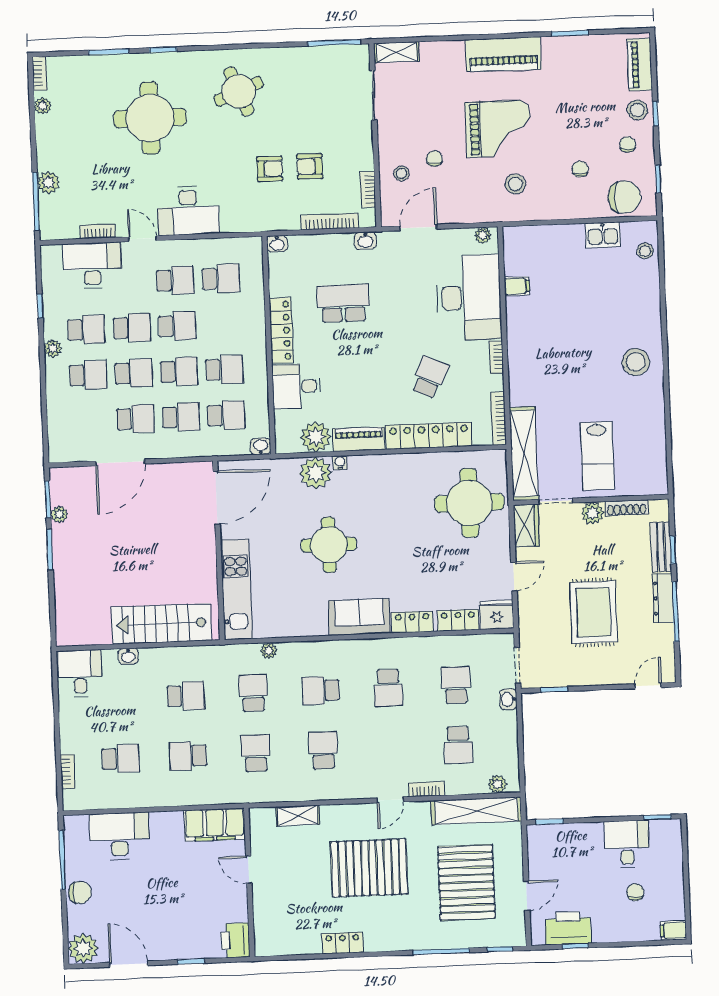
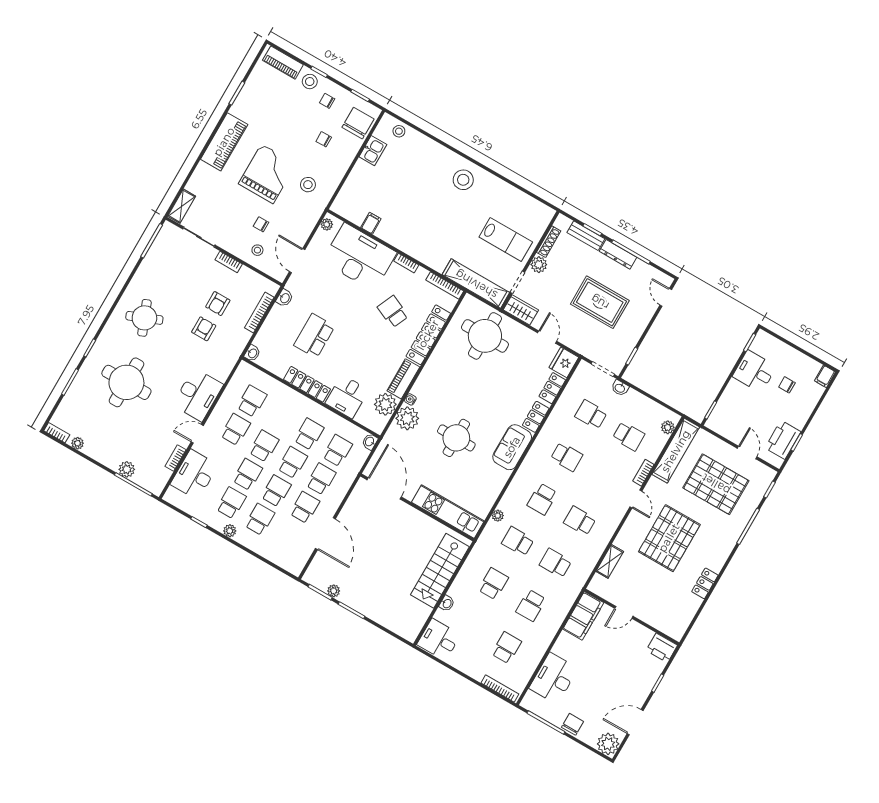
bookcase: (368, 189) -> (229, 262), moved
bookcase: (68, 771) -> (500, 688), width x1.56

